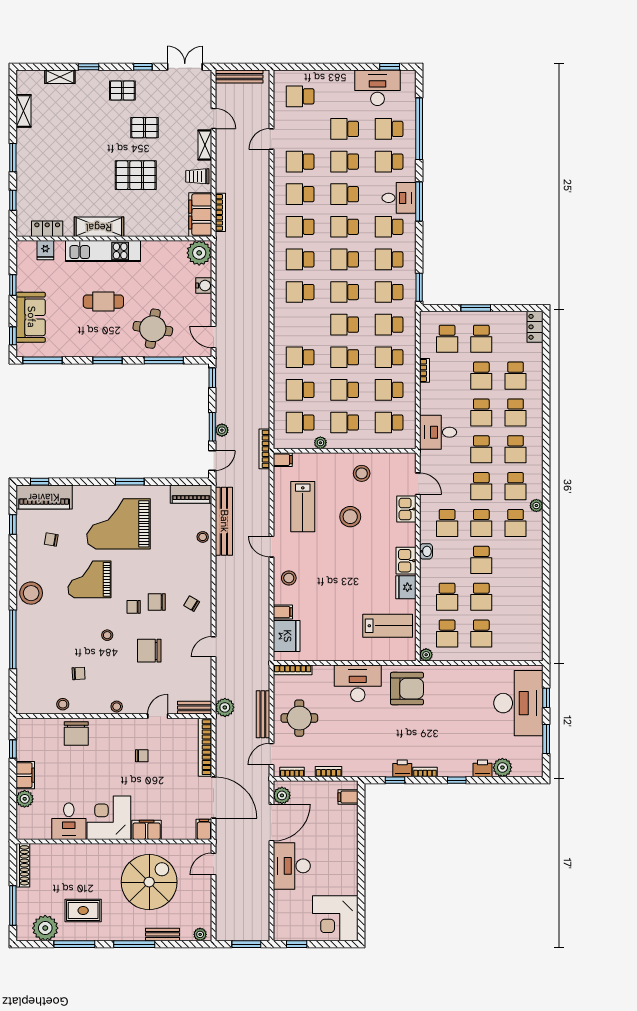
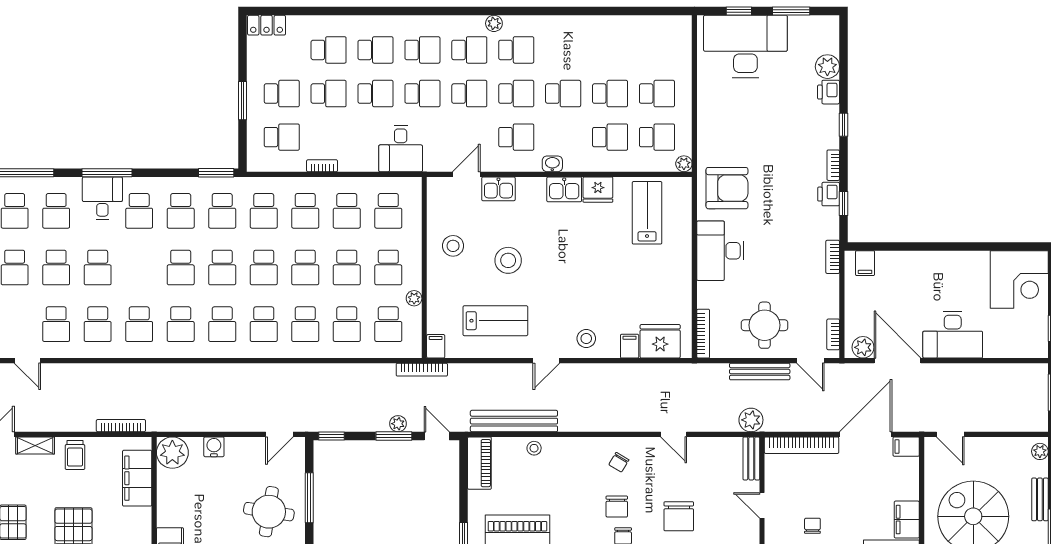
filing cabinet: (200, 215) -> (137, 478), moved, turned 90
school desk: (345, 227) -> (264, 324), moved
armchair: (407, 689) -> (727, 188), turned 90
bookcase: (329, 772) -> (833, 257), moved

